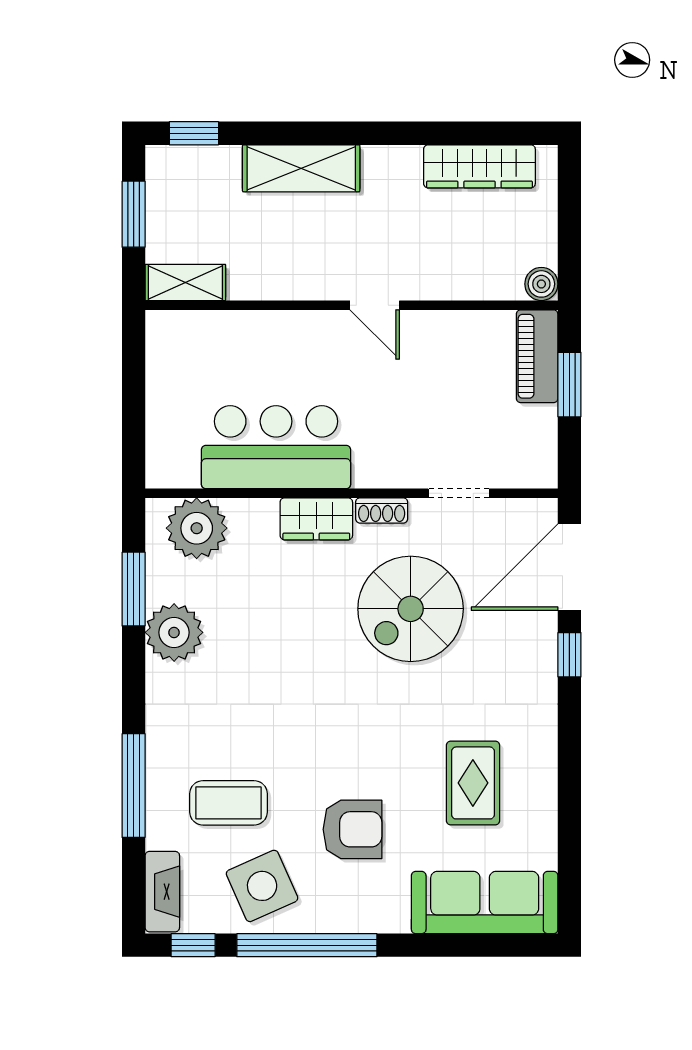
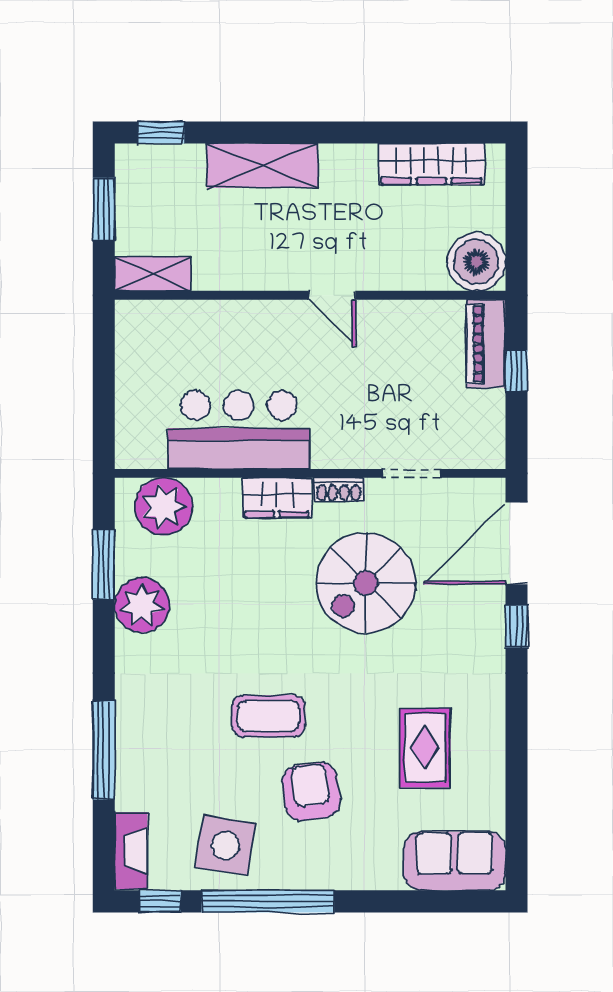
boiler: (541, 284) -> (476, 262), width x1.86, depth x1.86
window: (569, 385) -> (516, 370), width x0.67
coffee table: (228, 803) -> (268, 716), moved
armchair: (353, 829) -> (311, 792), turned -98
side table: (262, 886) -> (225, 845), turned 33
sofa: (485, 903) -> (455, 861), width x0.73

